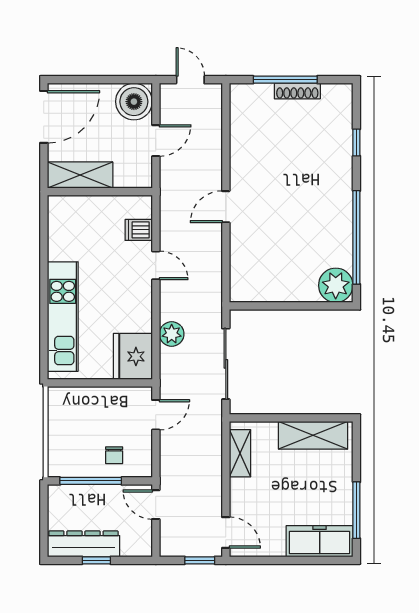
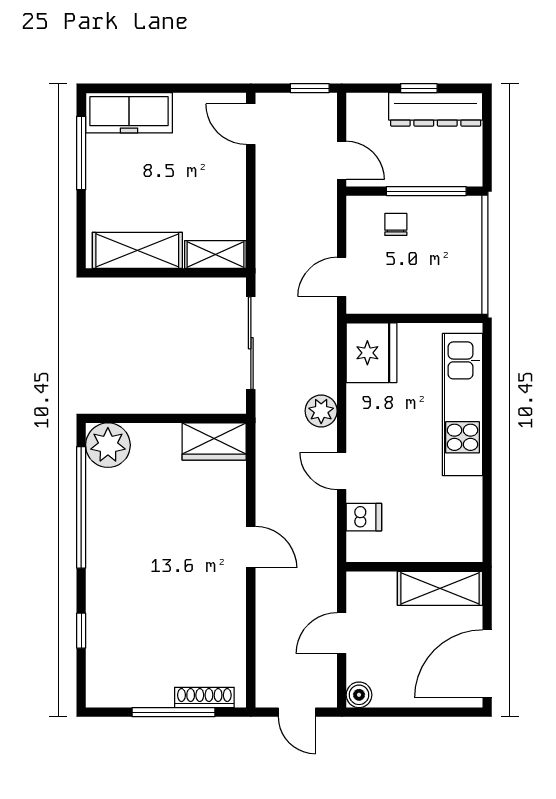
shoe rack: (297, 91) -> (204, 697), moved
boiler: (134, 102) -> (359, 695), width x0.54, depth x0.54
door: (226, 207) -> (251, 547), hinge flipped
wardrobe: (254, 288) -> (214, 441), added
plant: (172, 334) -> (321, 411), moved
shelving: (240, 453) -> (215, 254), moved, turned 90
window: (200, 560) -> (310, 88), moved

